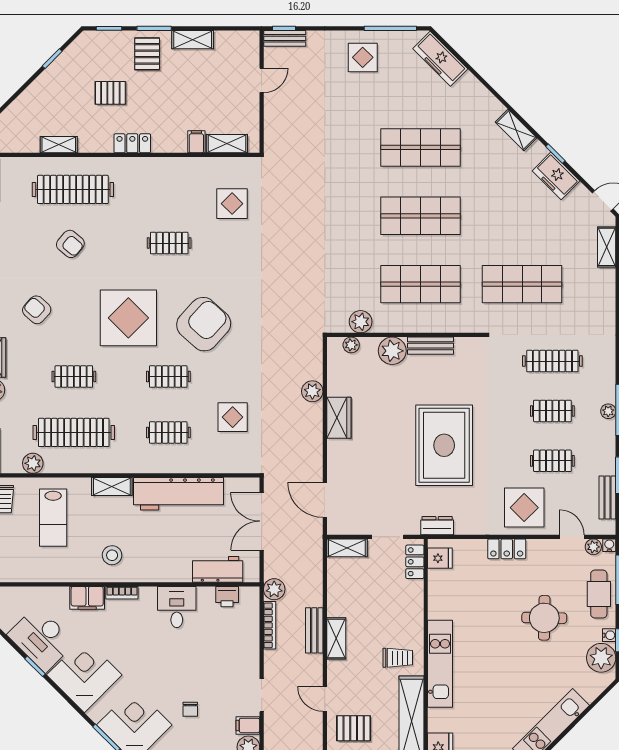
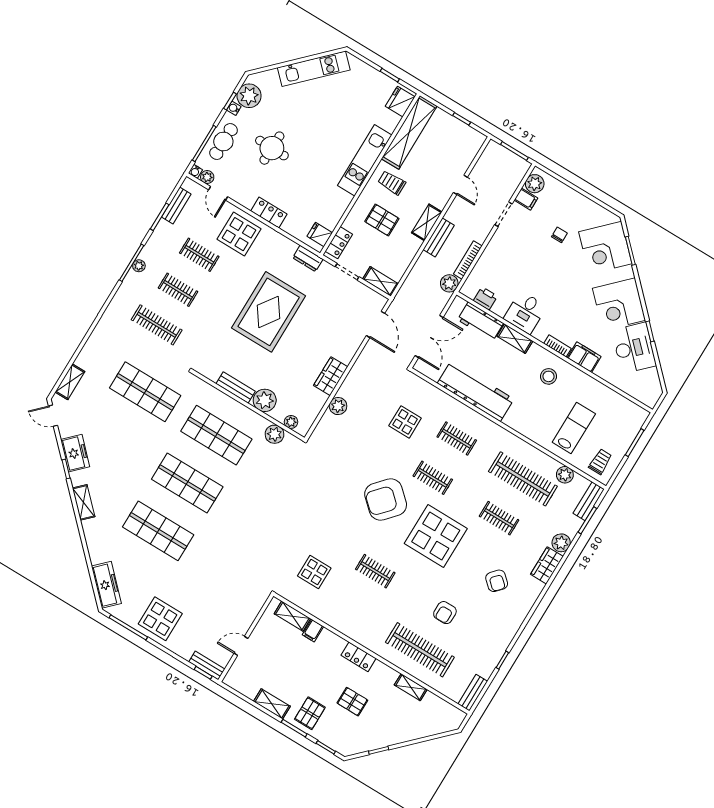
display table: (363, 57) -> (160, 619), width x1.36, depth x1.36
armchair: (70, 244) -> (445, 613), turned -130
shelving: (112, 486) -> (515, 339), moved
pallet: (354, 728) -> (382, 220), moved

